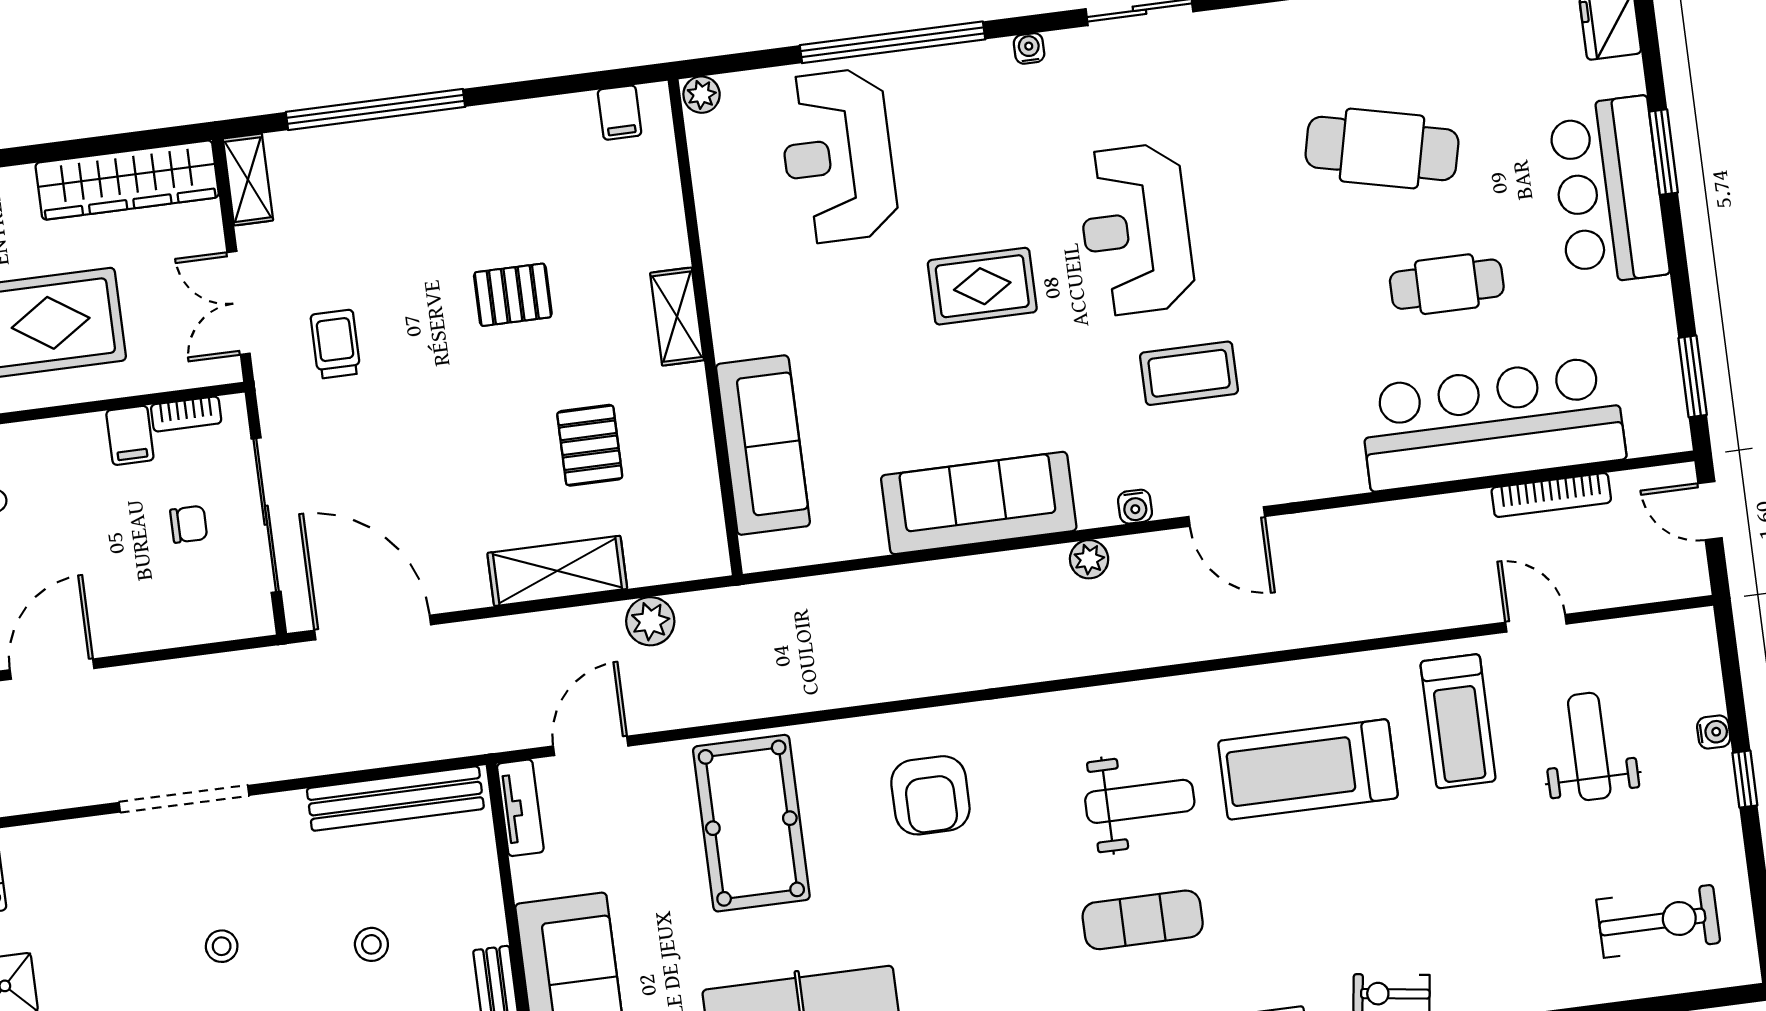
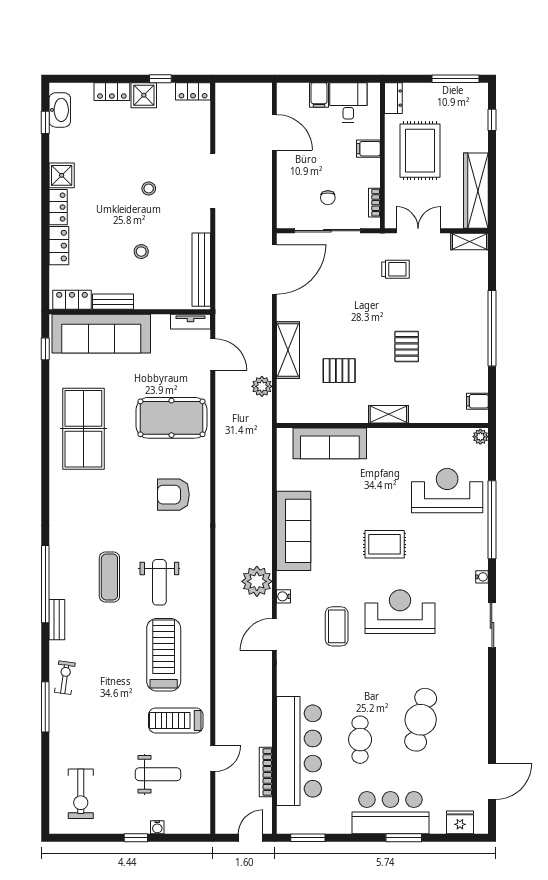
window: (375, 109) -> (492, 328), moved
rug: (982, 286) -> (385, 544), turned 90
filing cabinet: (130, 435) -> (368, 149), moved
plant: (1089, 559) -> (257, 581), width x1.88, depth x1.88

